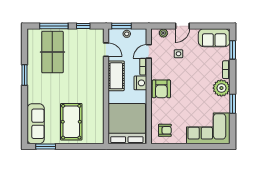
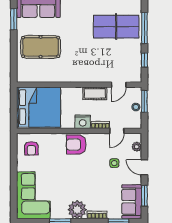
window: (209, 26) -> (144, 196), added
door: (149, 51) -> (117, 131), swing flipped
cot: (116, 76) -> (95, 93), width x0.73, depth x0.75

